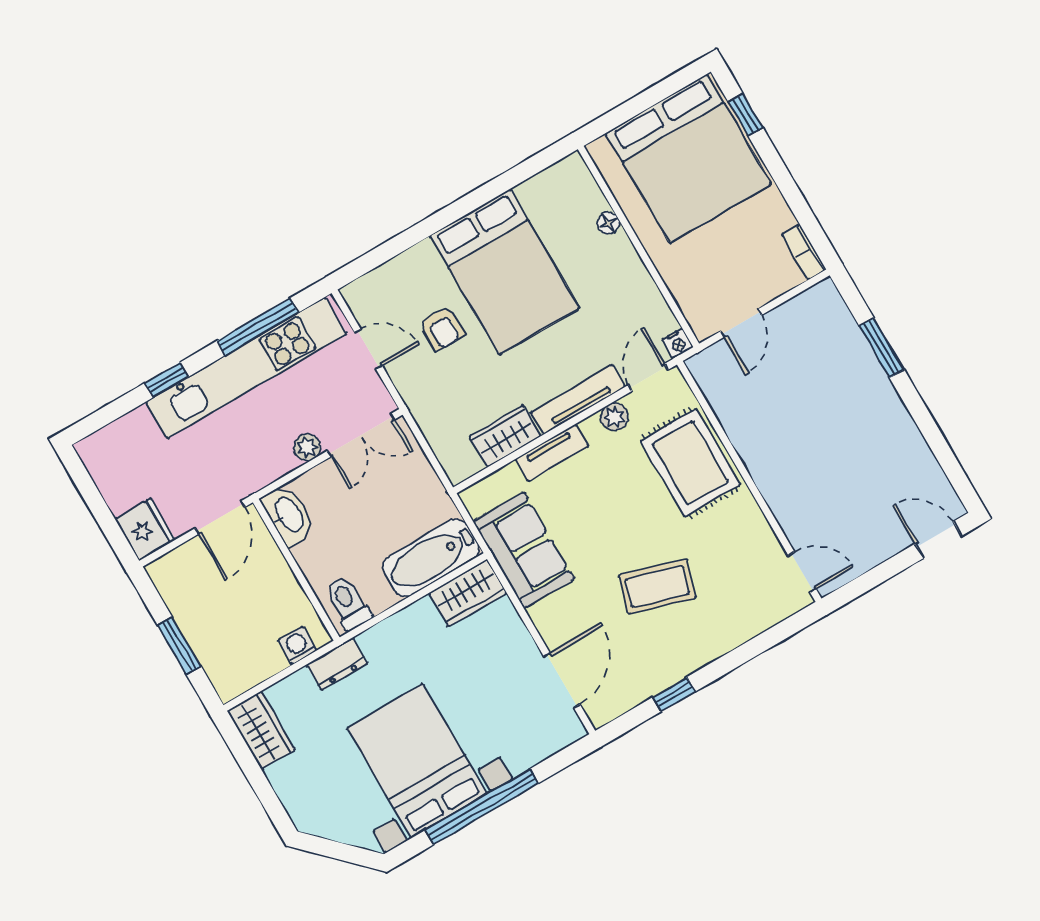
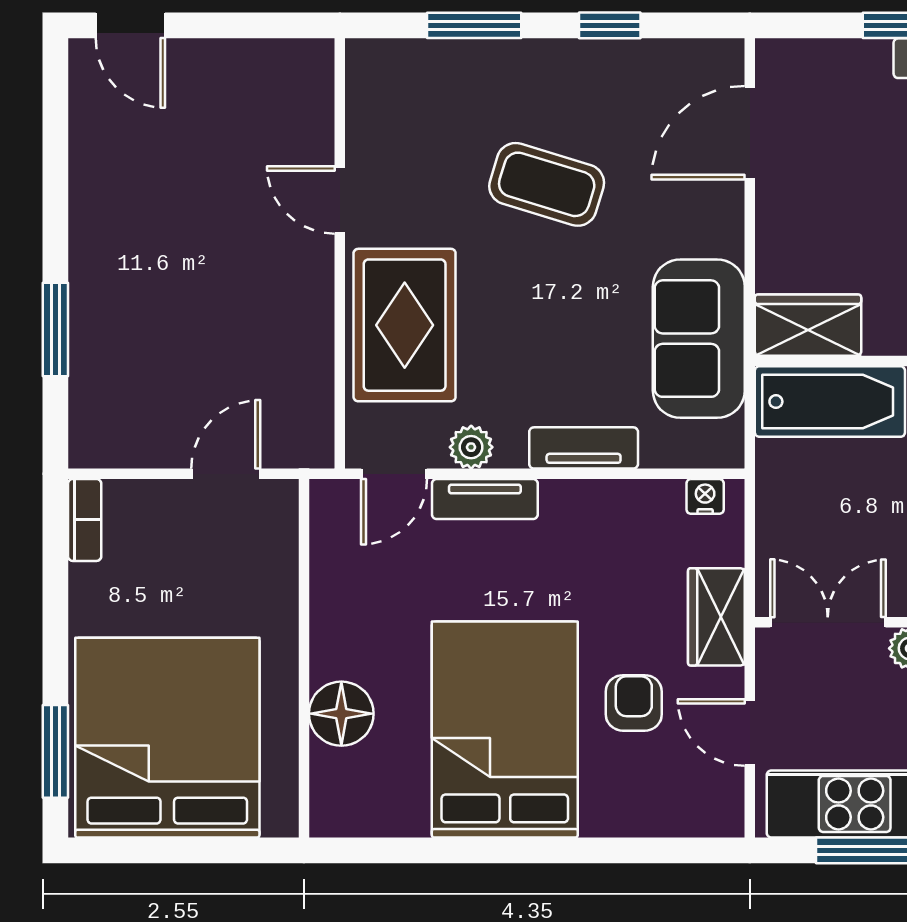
window: (746, 115) -> (55, 751), width x1.50
floor lamp: (608, 223) -> (341, 714), width x1.89, depth x1.89
nightstand: (678, 343) -> (705, 496), moved
tv unit: (578, 400) -> (485, 499), width x0.71
wardrobe: (505, 436) -> (716, 617), moved, turned 90
door: (802, 572) -> (340, 200), moved
window: (749, 651) -> (474, 25), added

